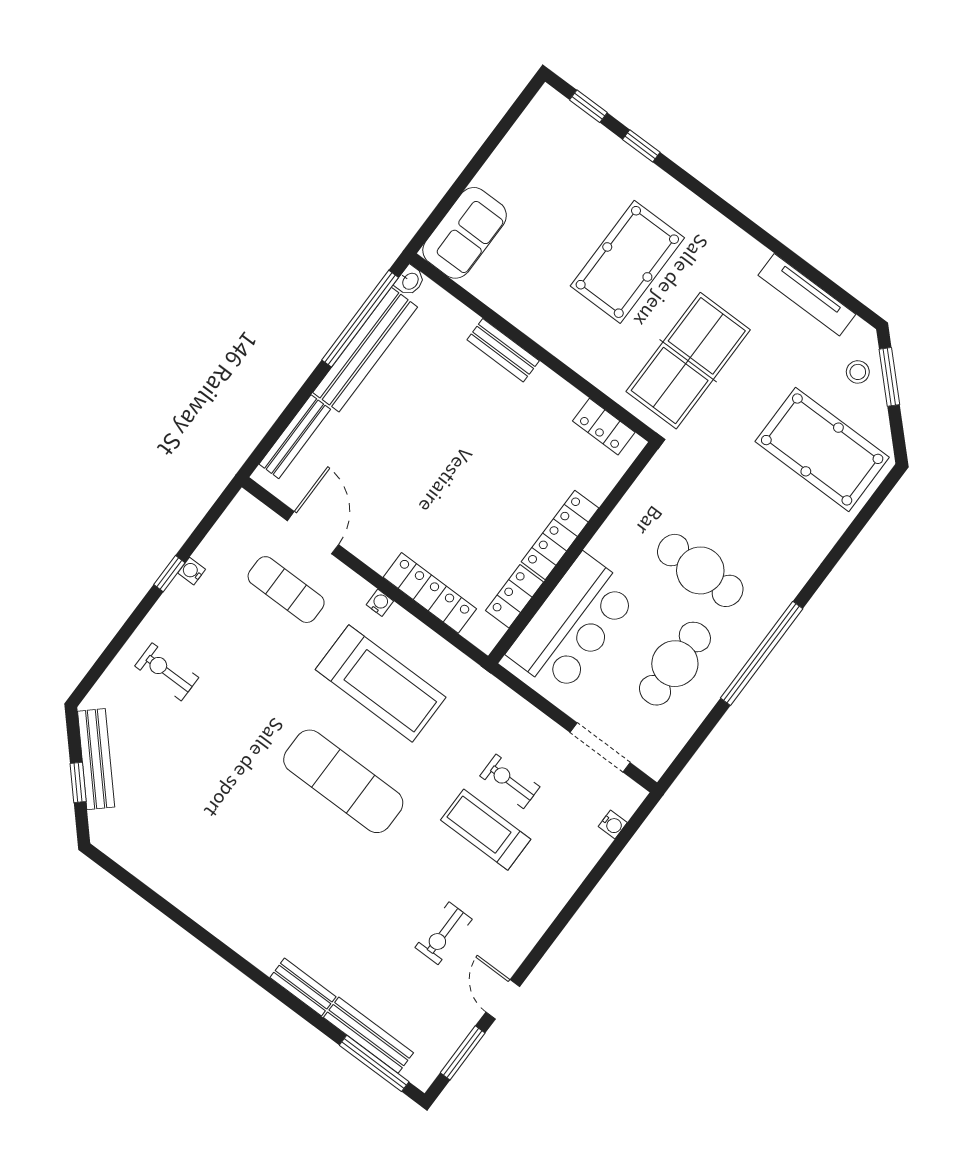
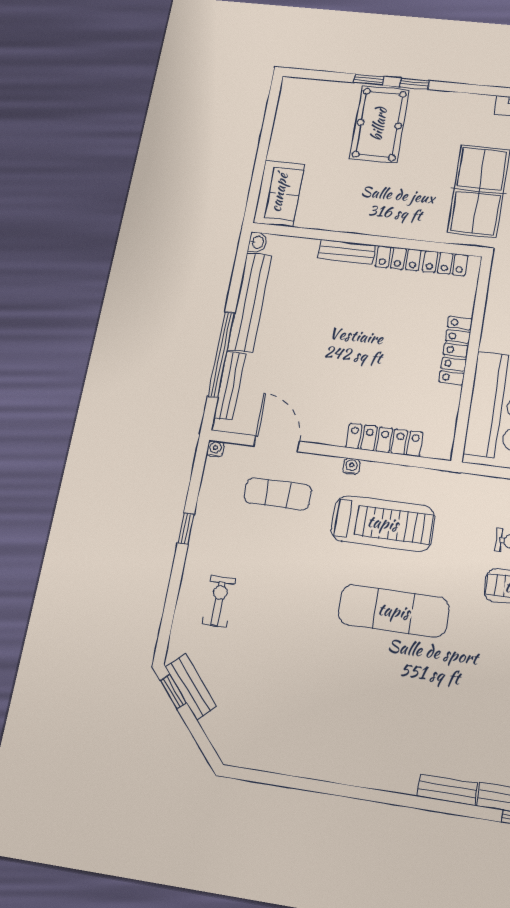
window: (588, 106) -> (414, 84), moved
pool table: (627, 262) -> (379, 124), moved
window: (360, 319) -> (221, 354), moved
water cooler: (192, 571) -> (215, 449), moved, turned 90
locker: (514, 596) -> (398, 258), moved, turned -90
exercise bike: (167, 672) -> (219, 601), turned 90
bench: (96, 759) -> (191, 687), width x0.73
window: (78, 782) -> (173, 692), moved

